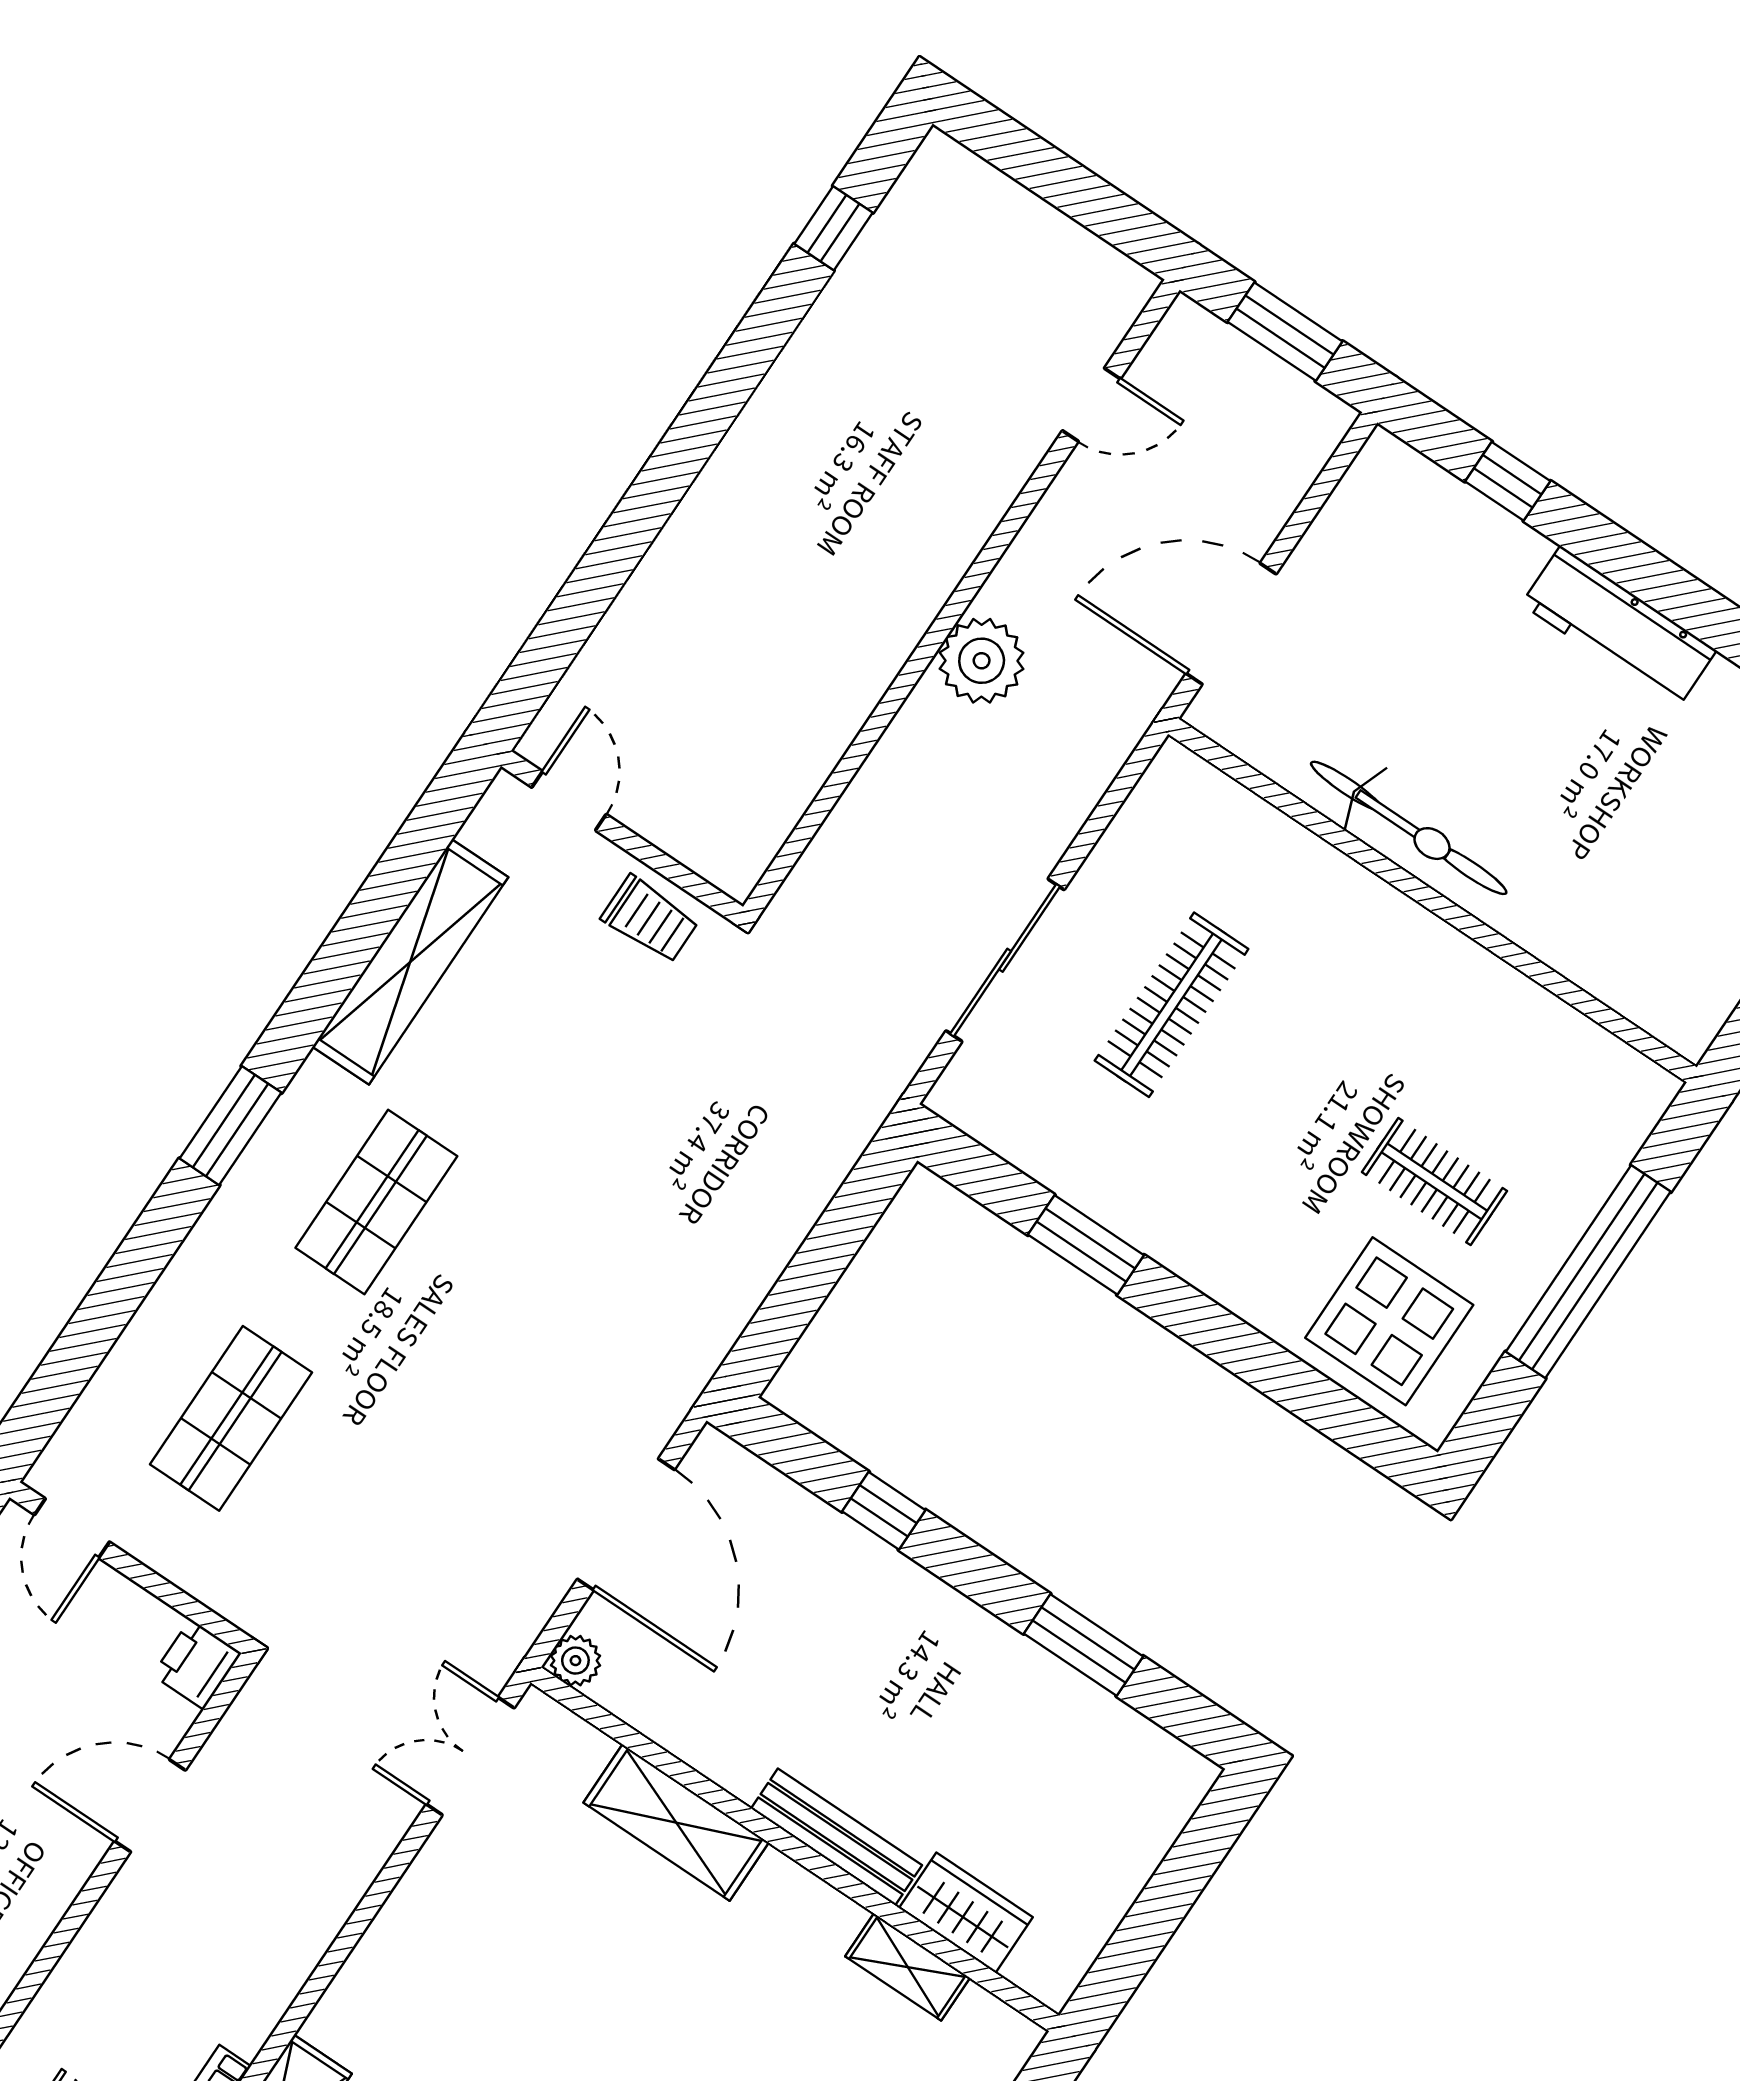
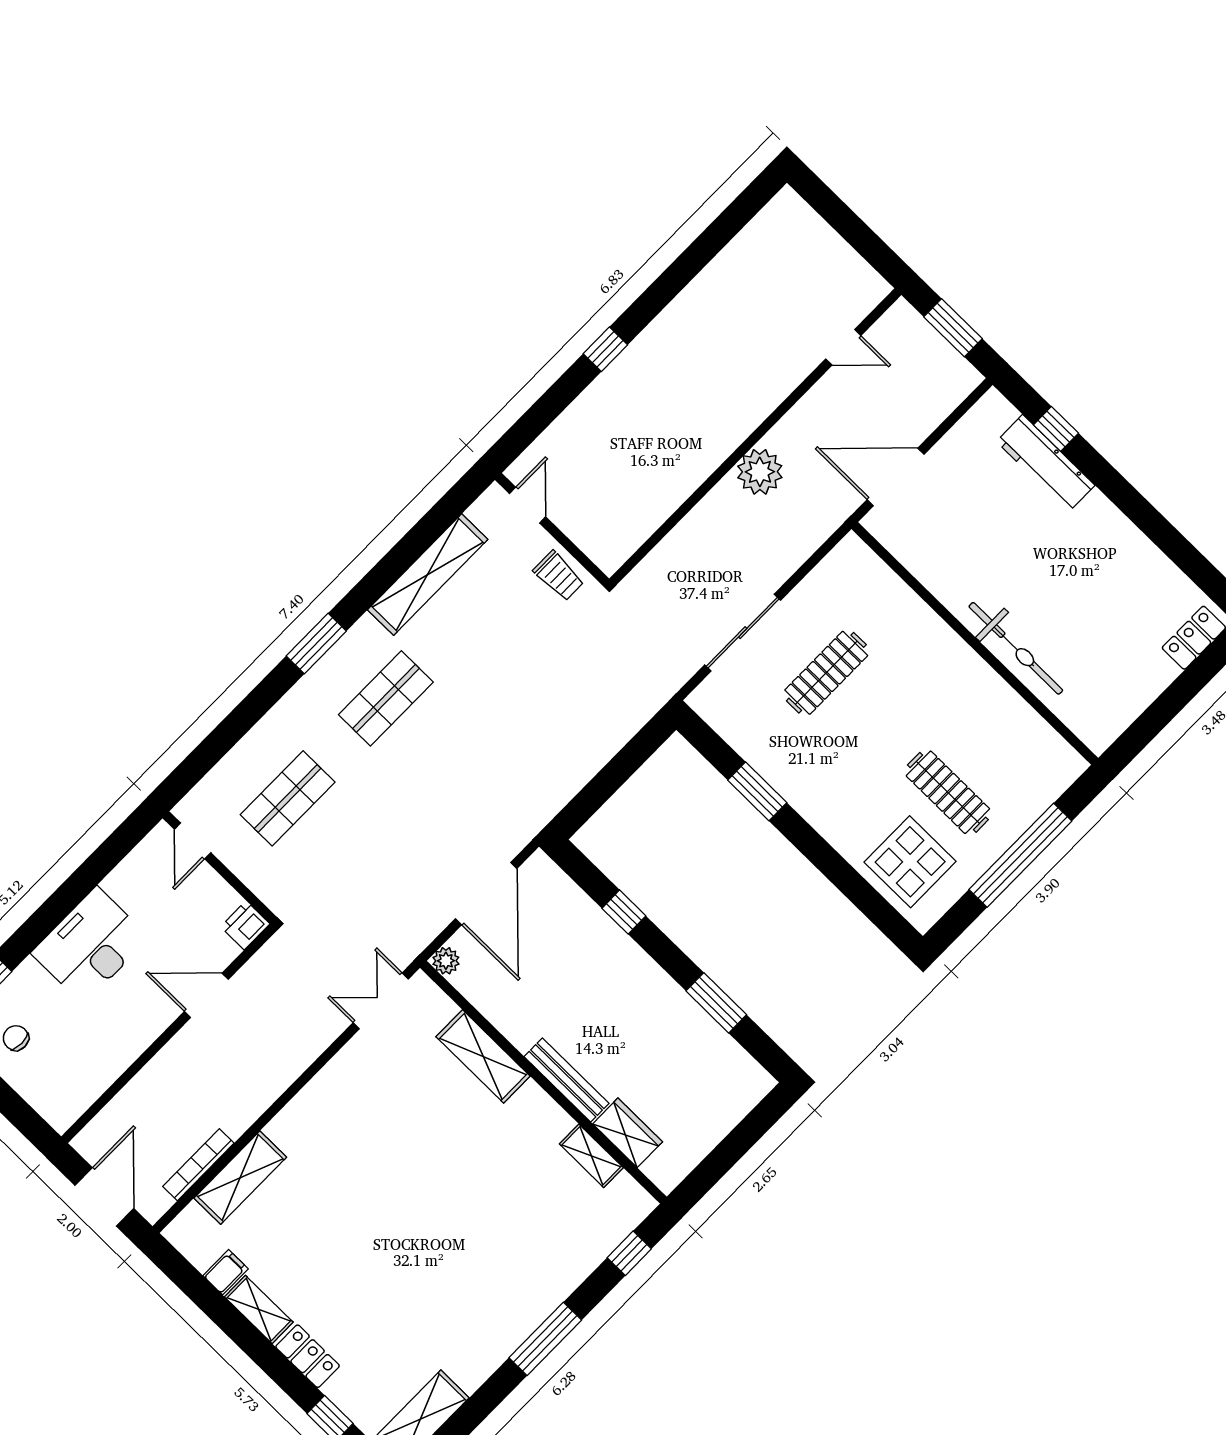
window: (834, 228) -> (605, 349), moved
workbench: (1619, 627) -> (1046, 463), moved
bicycle: (1409, 828) -> (1016, 648), moved
clothes rail: (1434, 1182) -> (948, 792), width x1.36

